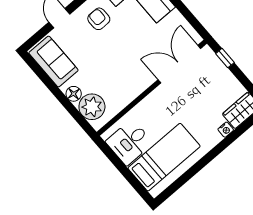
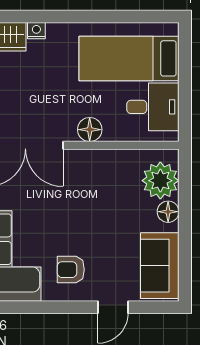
armchair: (99, 19) -> (71, 270), turned 90
floor lamp: (152, 102) -> (90, 130), added

